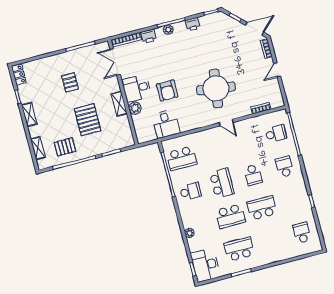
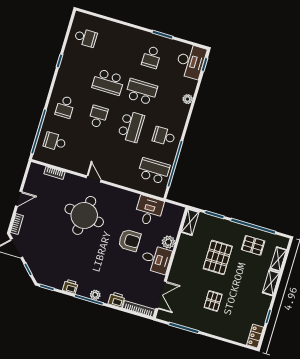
armchair: (167, 90) -> (130, 240), turned 90
shelving: (119, 104) -> (190, 222), moved
shelving: (29, 114) -> (271, 283), moved
school desk: (222, 183) -> (131, 126), turned 180
school desk: (302, 233) -> (86, 38), turned -90
school desk: (239, 249) -> (152, 57), width x0.54

